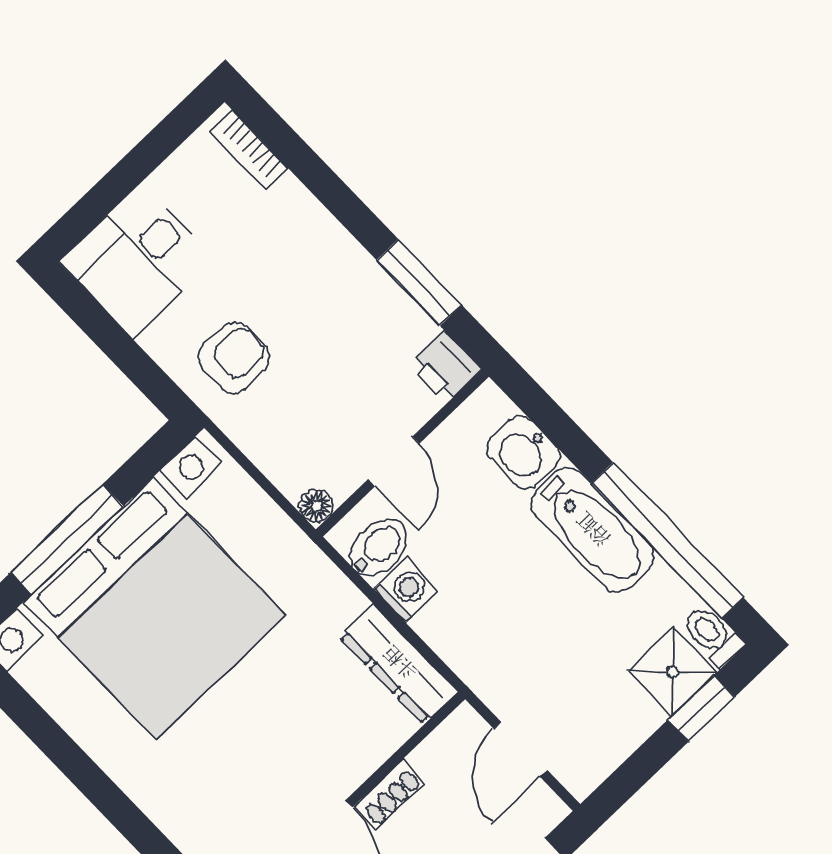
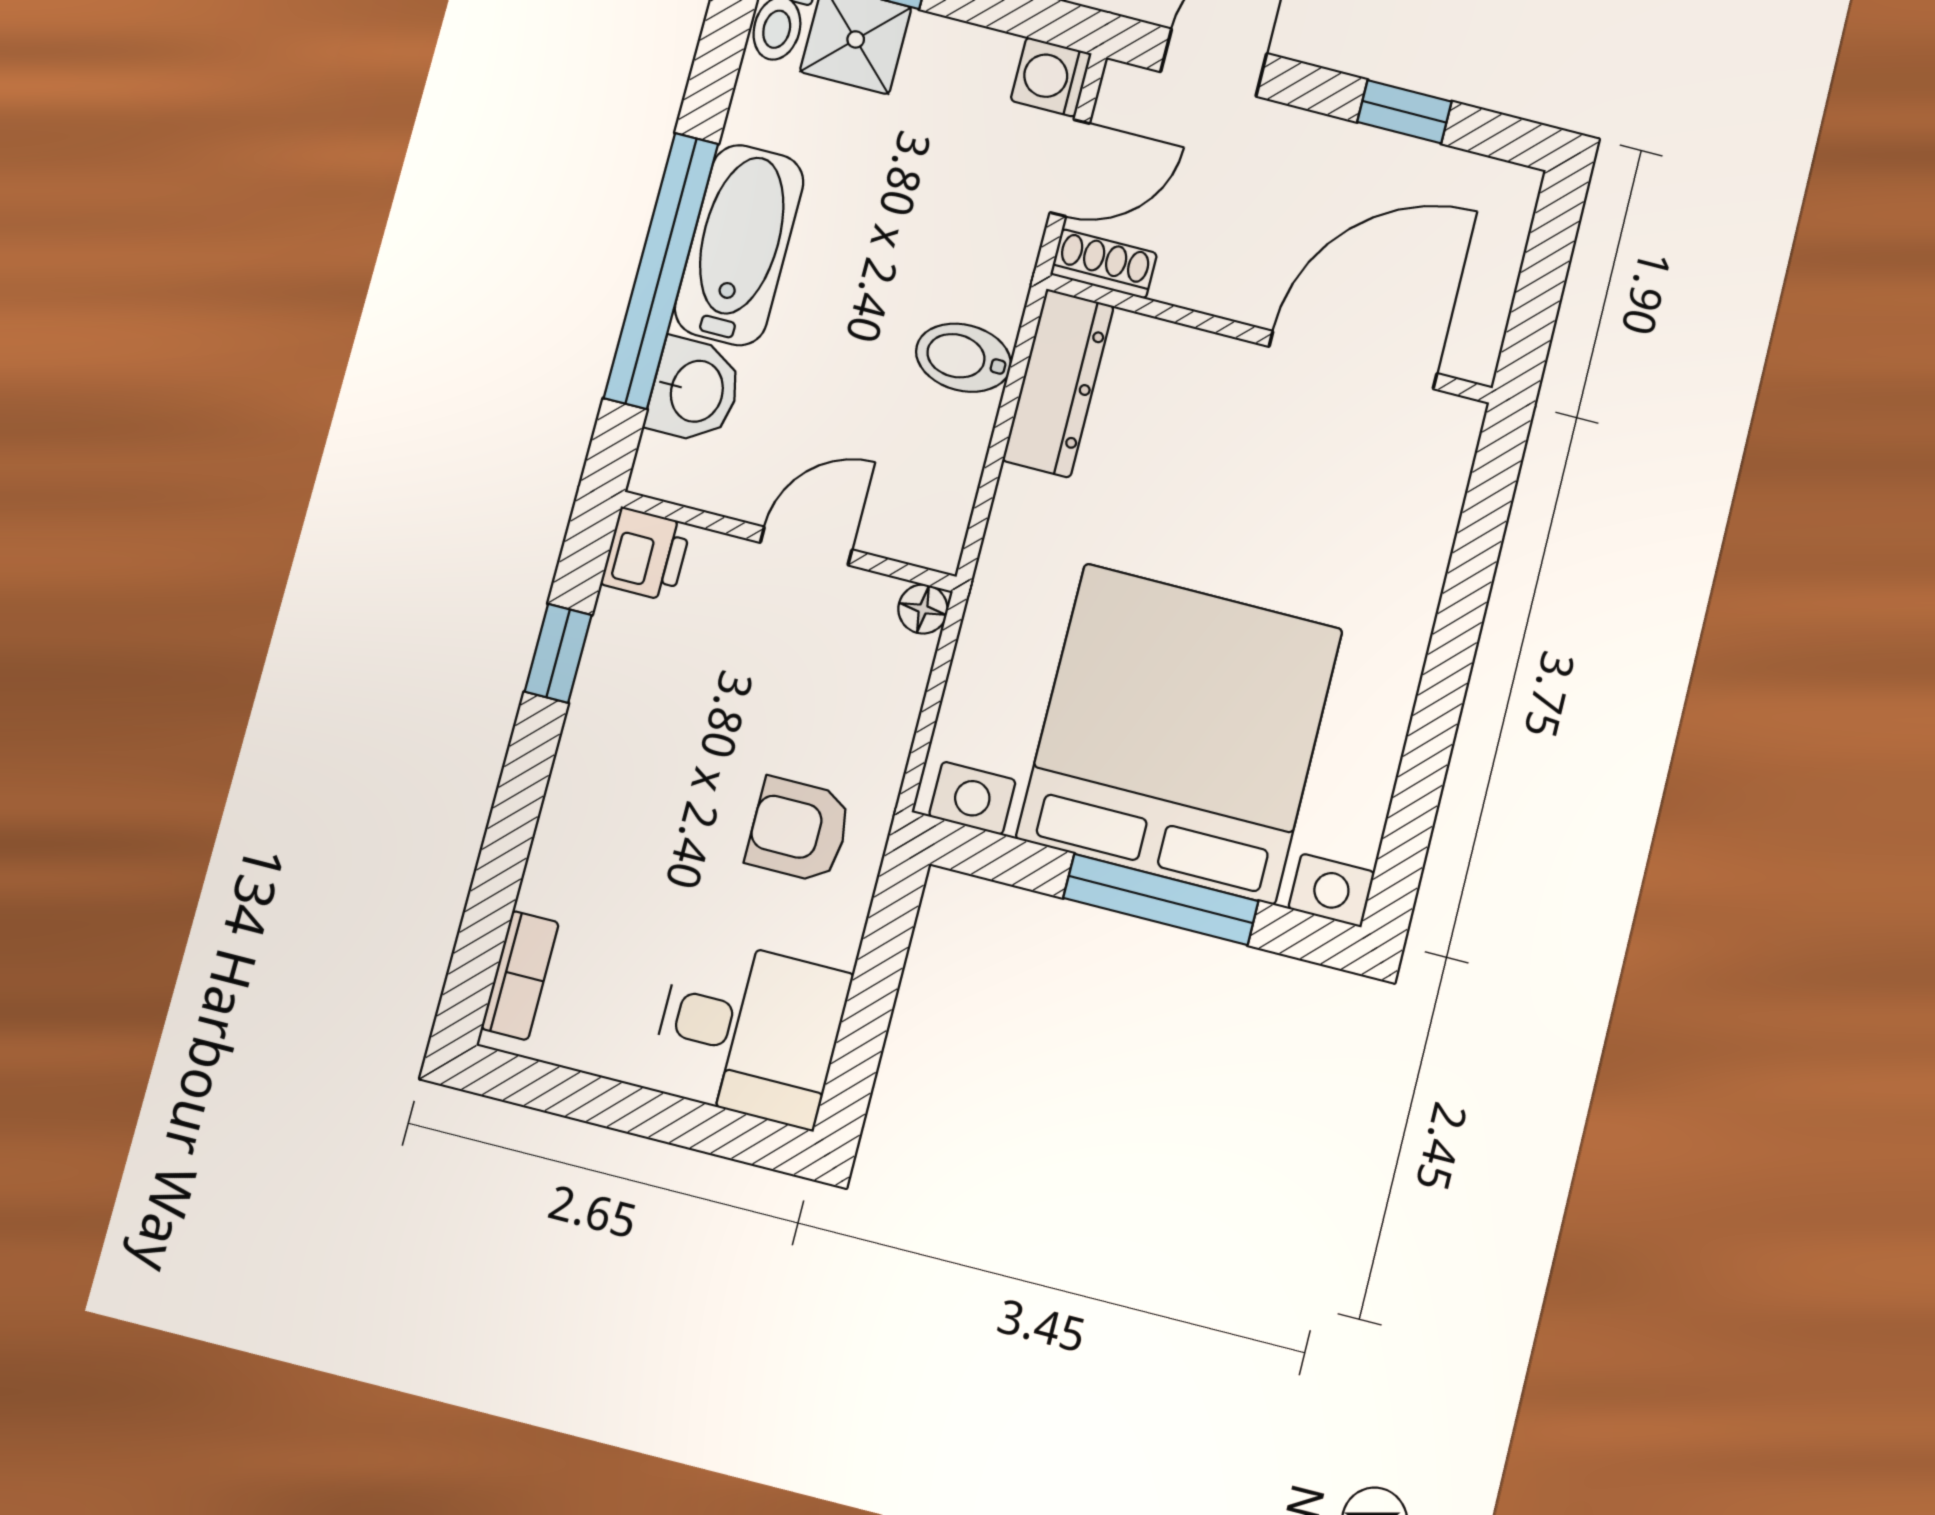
window: (419, 282) -> (558, 653), width x0.67
window: (668, 540) -> (661, 271), moved
bidet: (379, 548) -> (963, 358), moved
washing machine: (406, 590) -> (1051, 77), moved
shoe rack: (390, 794) -> (1104, 264), moved

